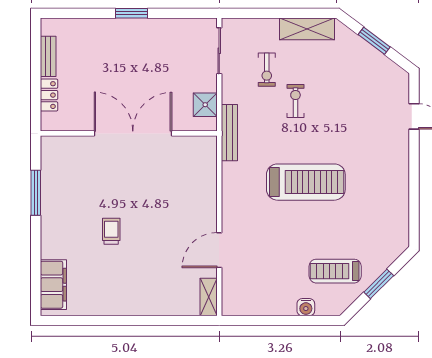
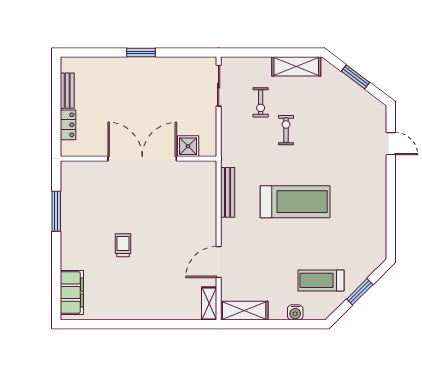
shower: (205, 105) -> (188, 146), moved
bench: (229, 133) -> (228, 192), moved
shelving: (248, 305) -> (244, 311), added

